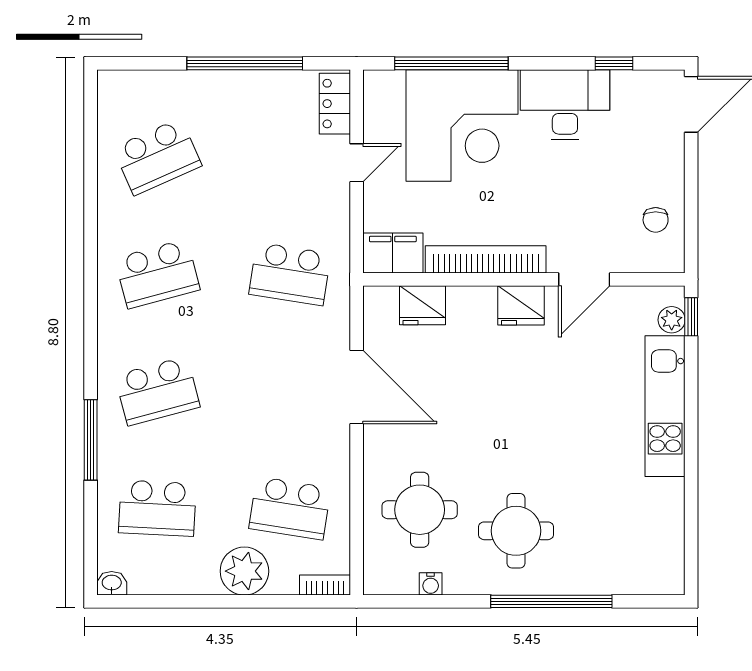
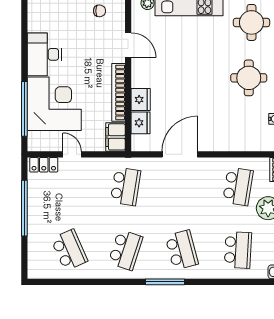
window: (614, 63) -> (24, 31), removed
school desk: (157, 274) -> (125, 250), turned 33
fridge: (521, 305) -> (141, 100), moved
window: (91, 440) -> (165, 282), moved
round table: (420, 510) -> (251, 22), moved

